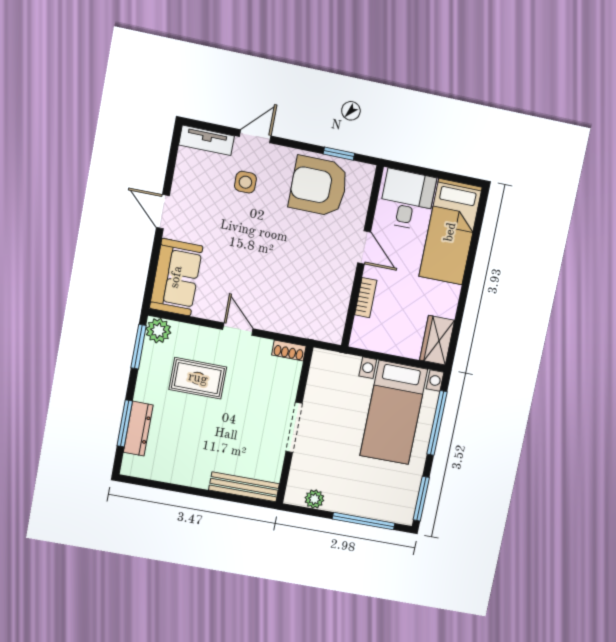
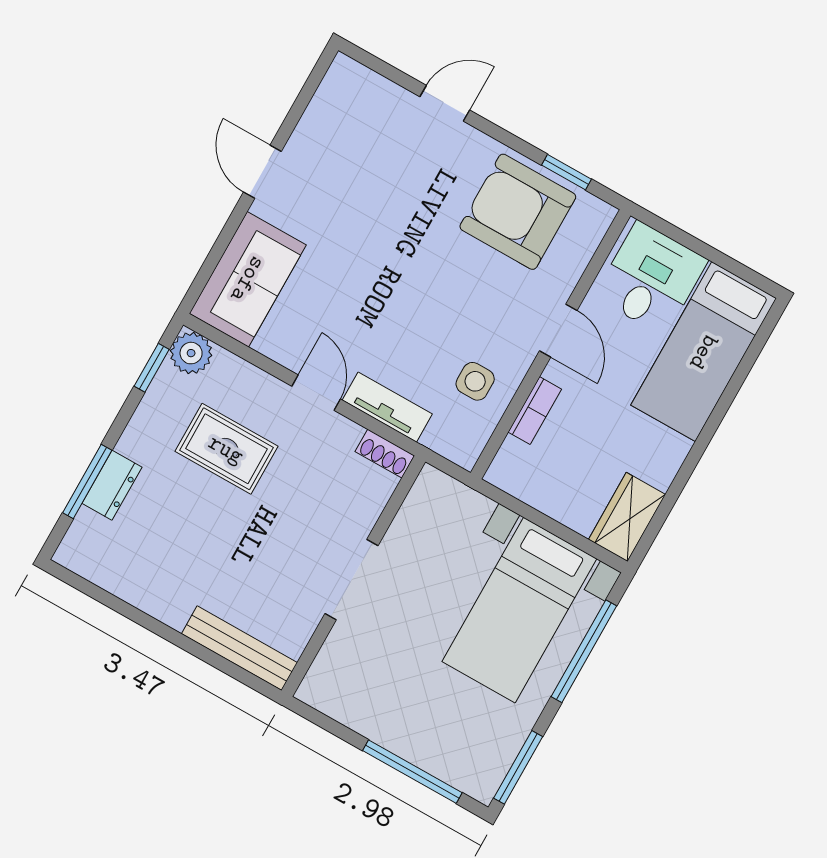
tv unit: (207, 140) -> (387, 407), moved, turned 180
side table: (245, 182) -> (475, 381), moved
window: (139, 347) -> (152, 368), width x0.67
dresser: (138, 429) -> (112, 485), width x0.70
plant: (314, 499) -> (345, 707), removed

